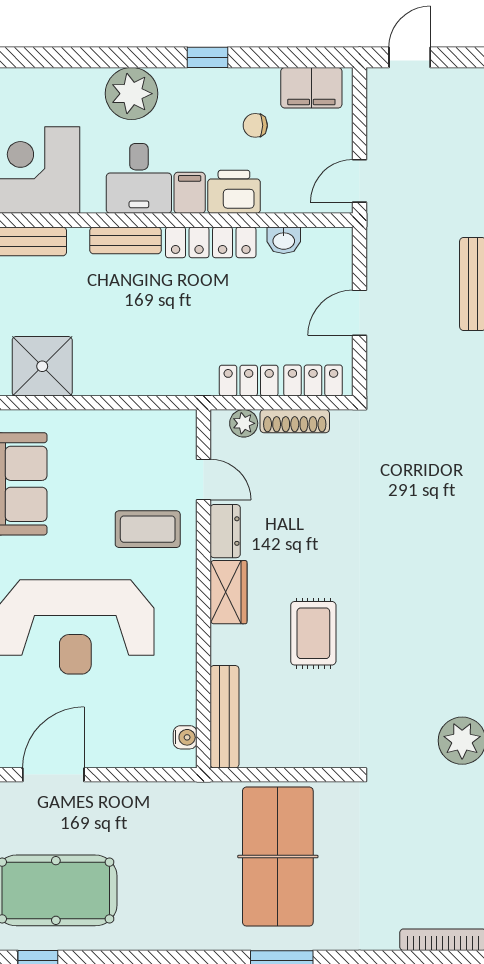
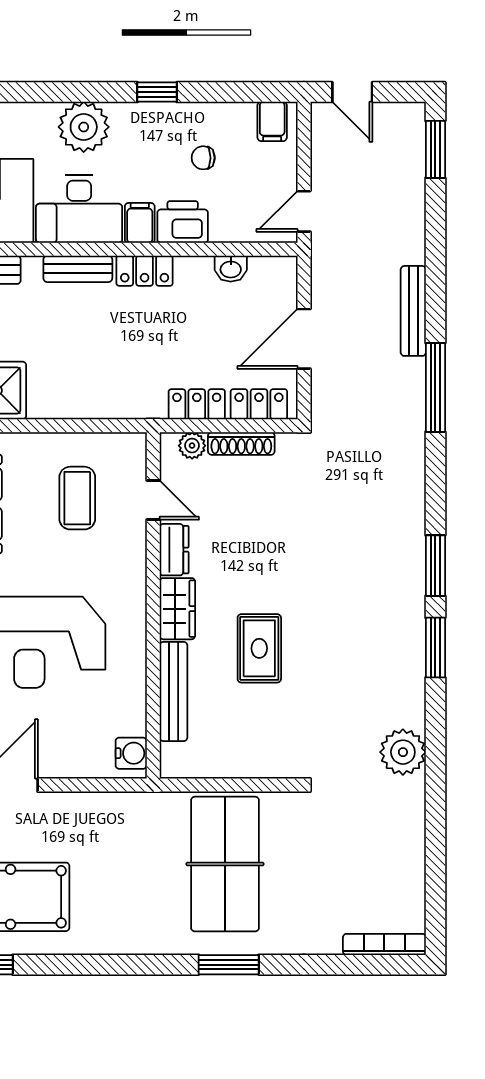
door: (410, 57) -> (352, 92), swing flipped
filing cabinet: (311, 88) -> (272, 121), width x0.50
desk: (139, 178) -> (79, 209), width x1.37
locker: (211, 242) -> (145, 271), width x0.66
door: (360, 313) -> (304, 339), width x1.38
coffee table: (148, 529) -> (77, 498), moved, turned 90
bench: (225, 717) -> (173, 691), moved
water cooler: (185, 737) -> (131, 753), width x1.38, depth x1.38

